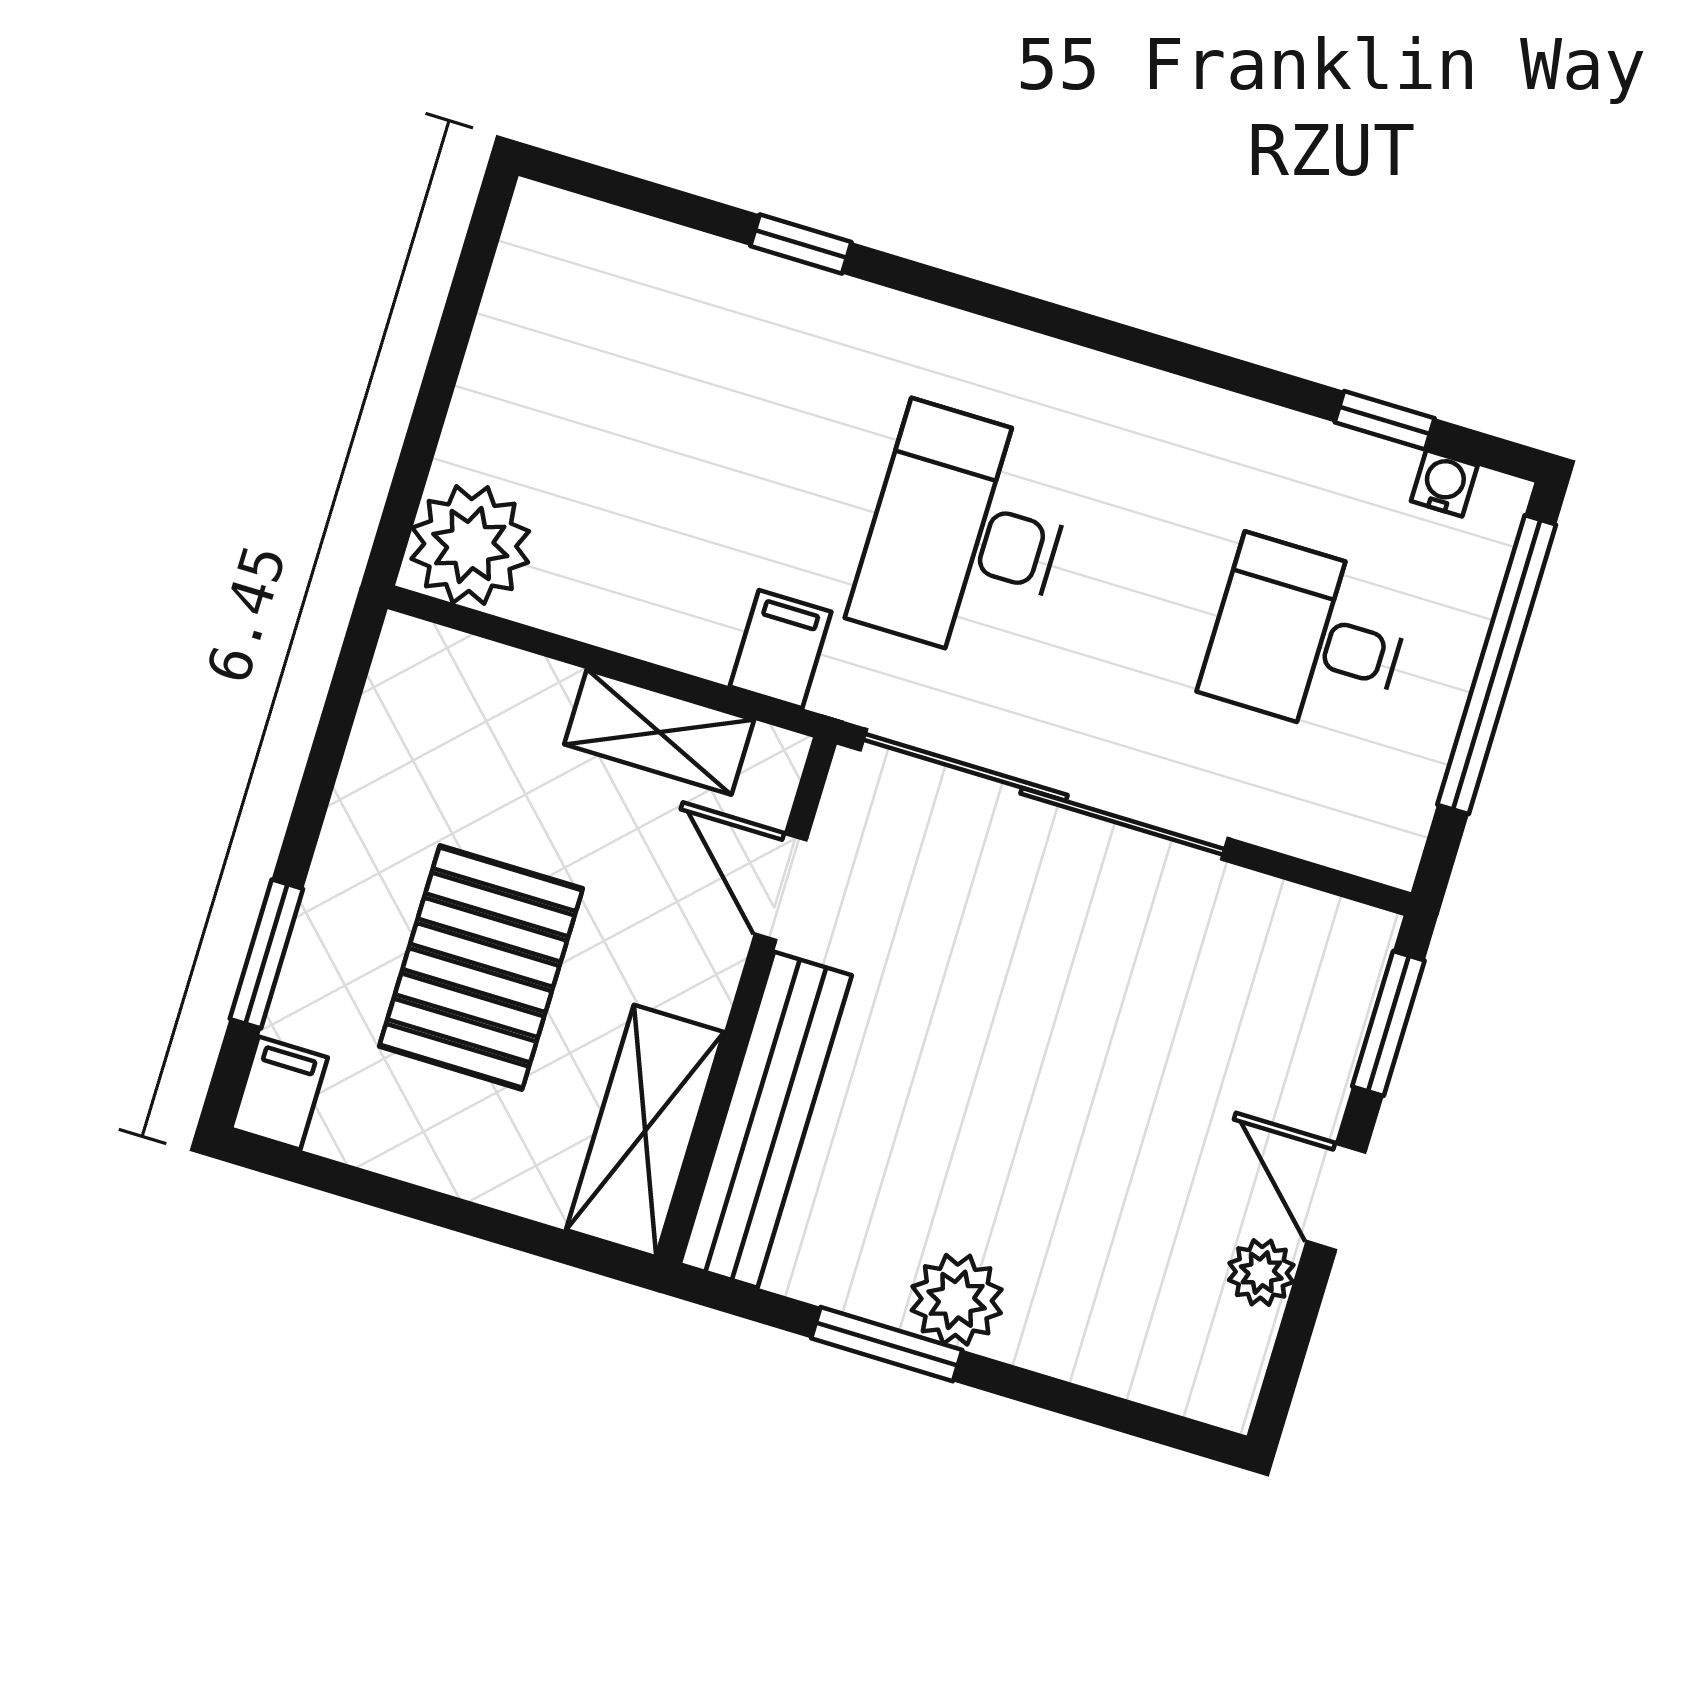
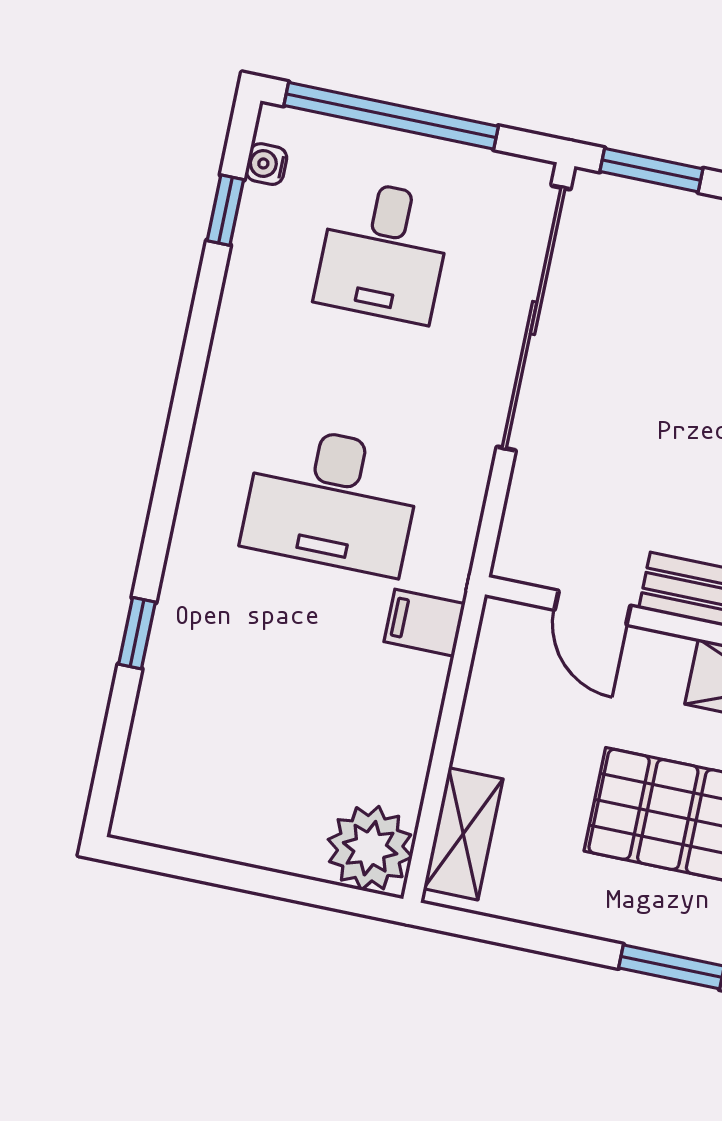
shelving: (659, 732) -> (463, 834), moved
sliding door: (1044, 794) -> (534, 318), moved
door: (781, 887) -> (592, 608), hinge flipped

